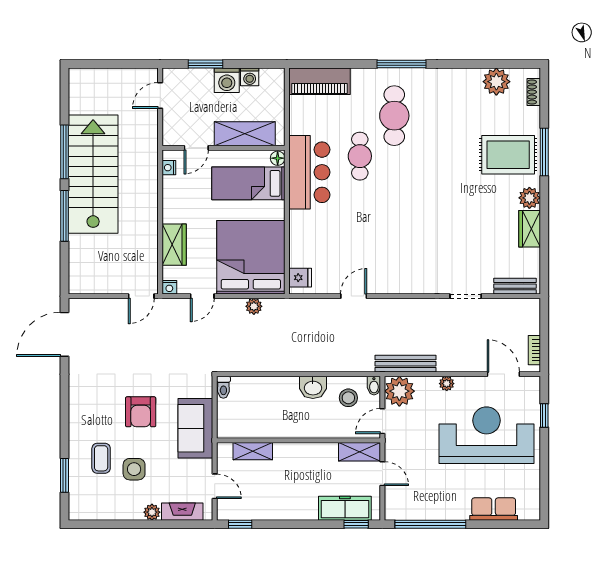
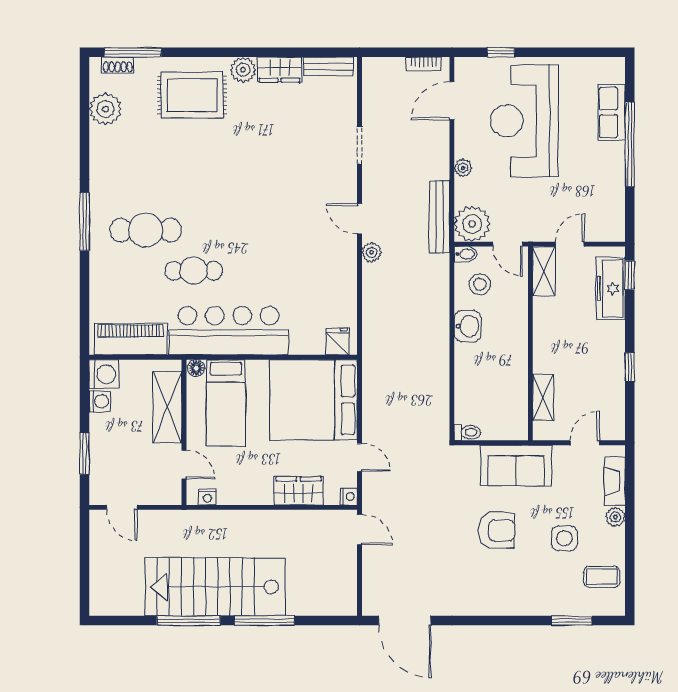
washing machine: (227, 80) -> (104, 374), moved
piano: (319, 81) -> (131, 339), moved, turned -90
window: (544, 152) -> (133, 52), moved
rug: (508, 155) -> (192, 95), turned 90
bar counter: (309, 172) -> (229, 331), width x1.36
bench: (515, 286) -> (328, 67), moved, turned 90
door: (354, 296) -> (359, 219), moved
plant: (254, 306) -> (372, 252), moved
coffee table: (101, 458) -> (602, 577), moved
window: (240, 524) -> (630, 367), moved
window: (430, 524) -> (630, 144), moved

